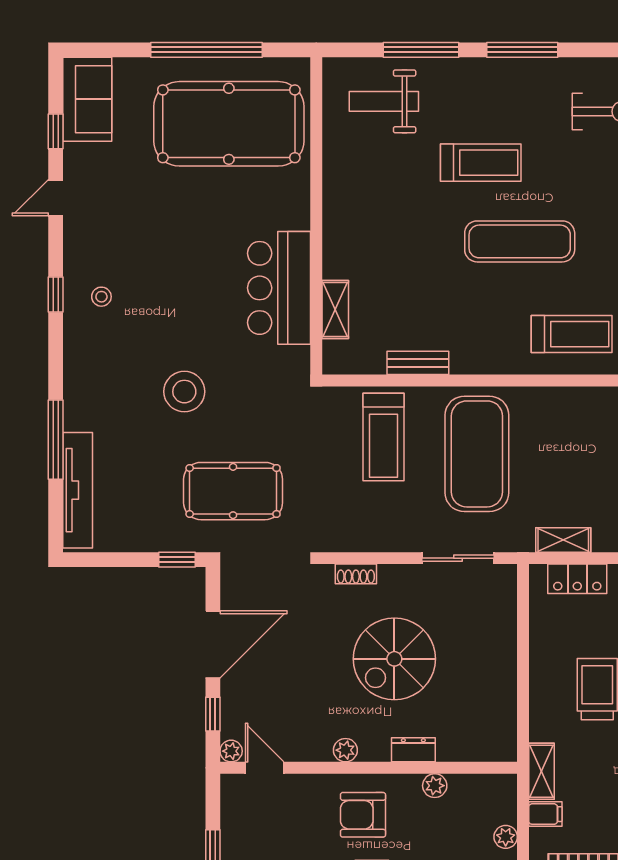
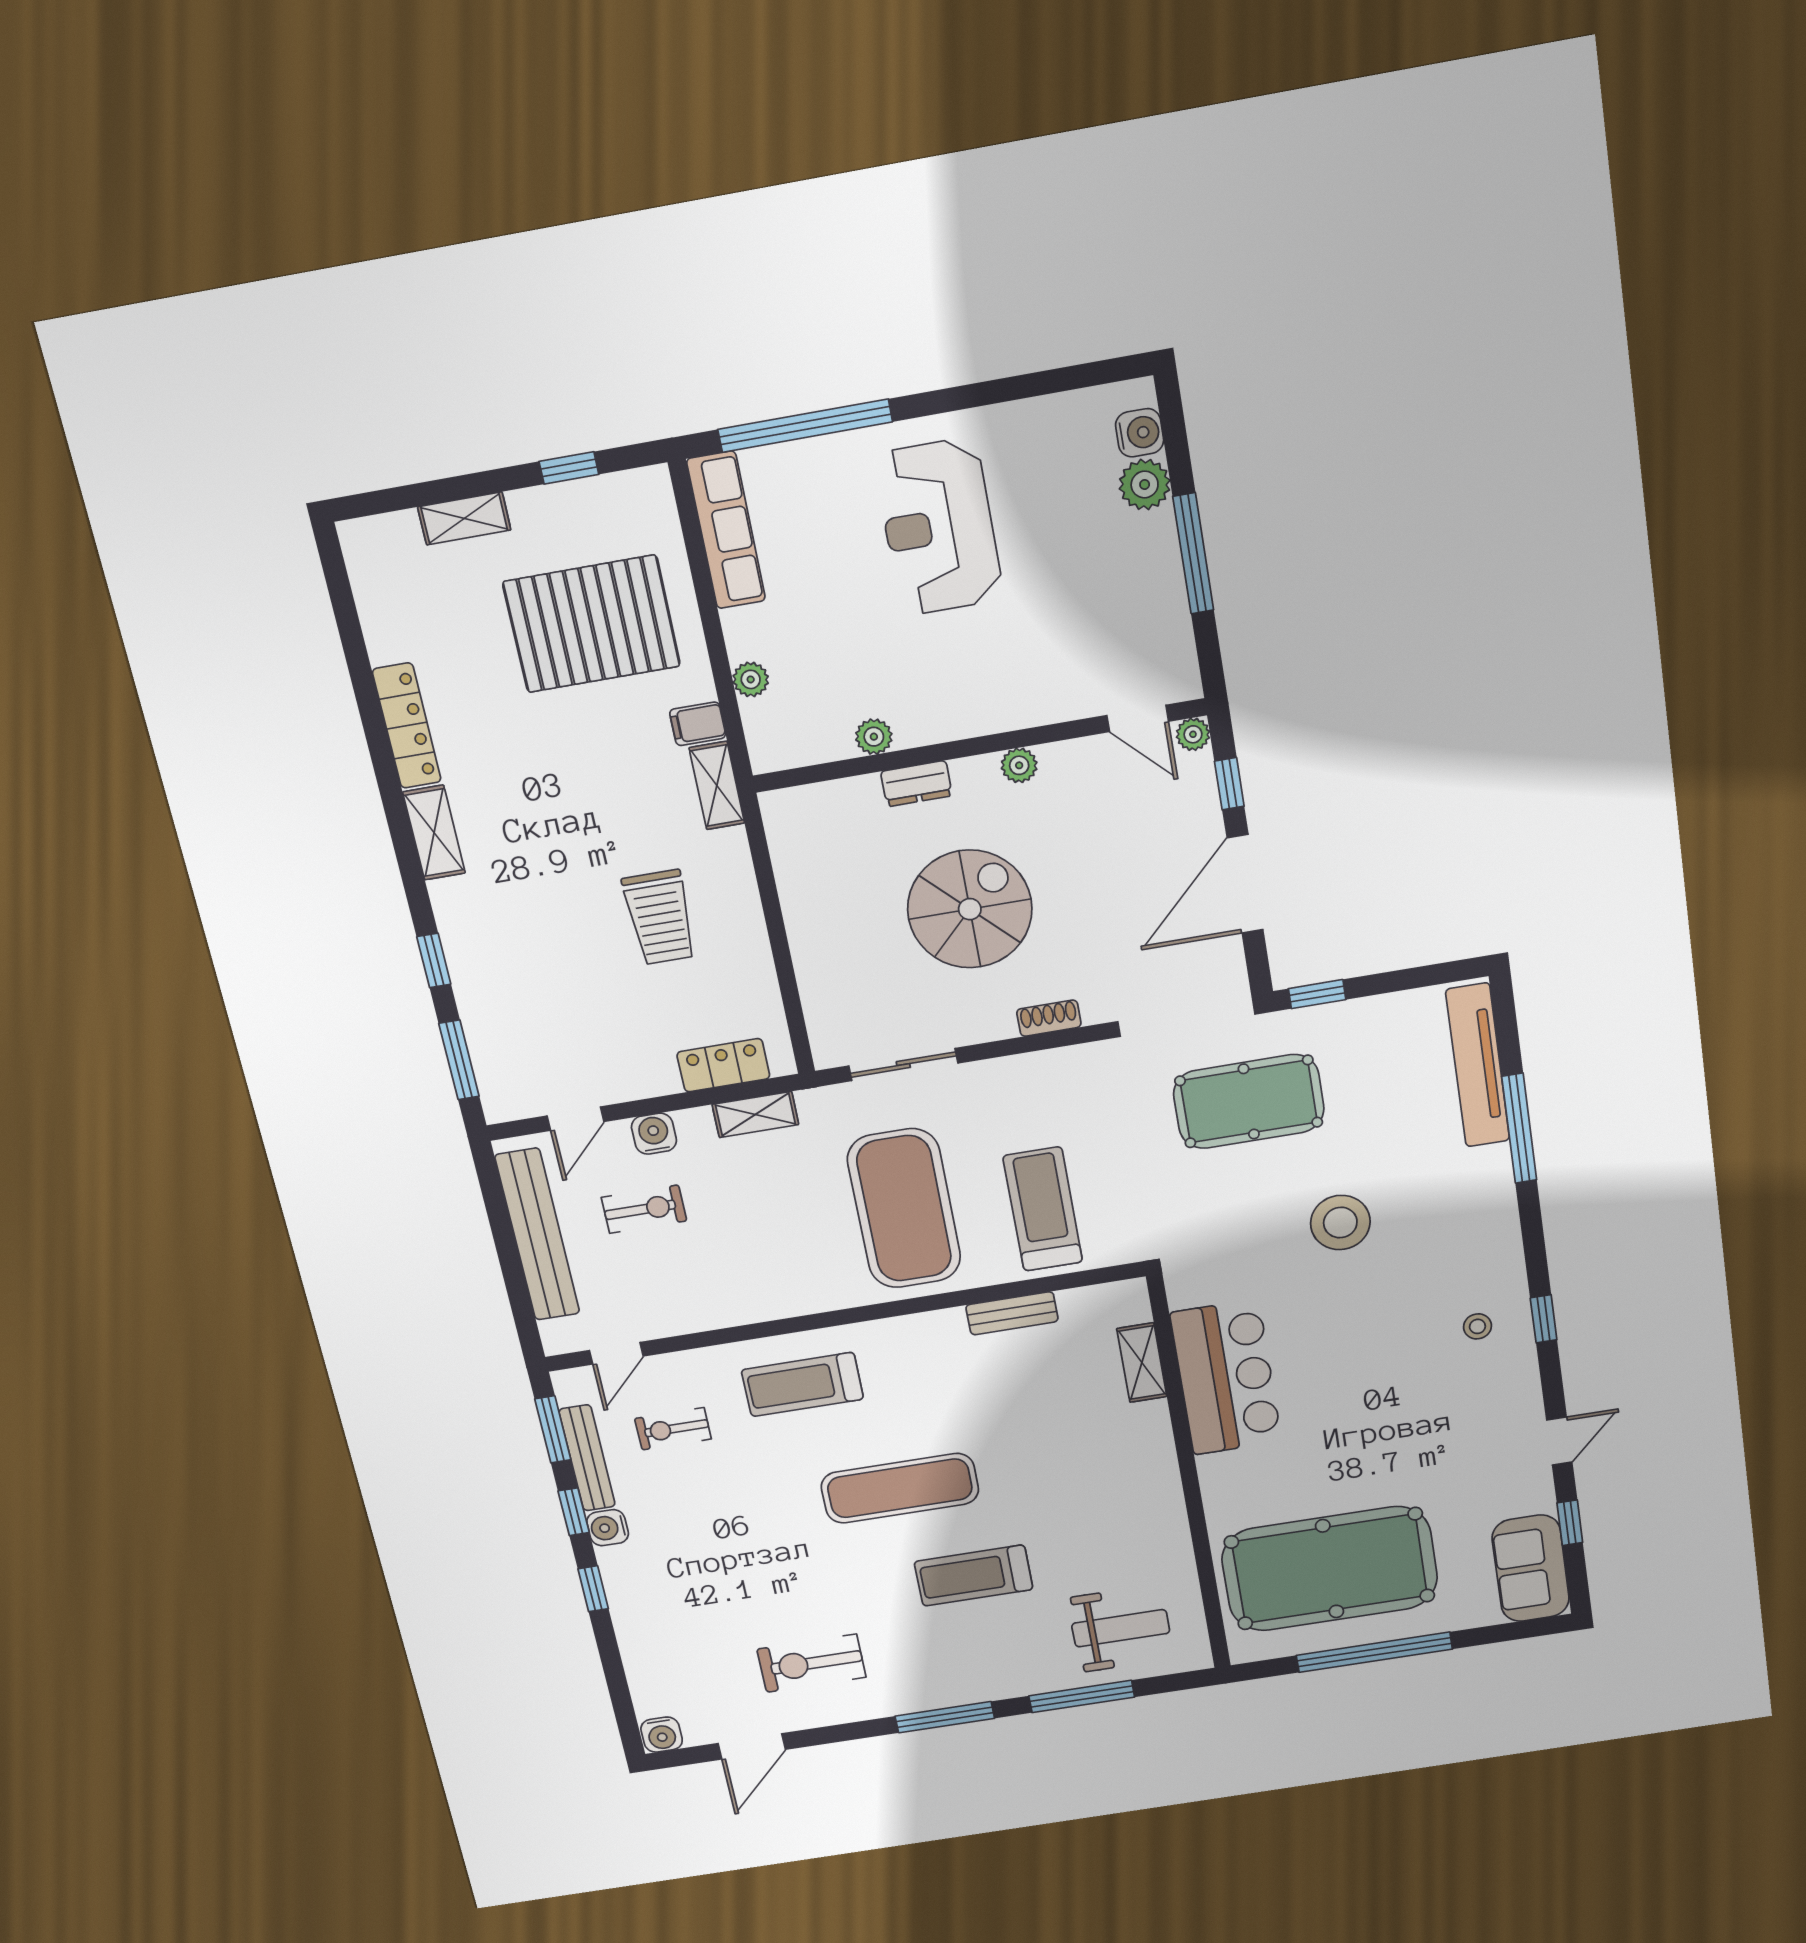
armchair: (363, 815) -> (975, 675), removed

